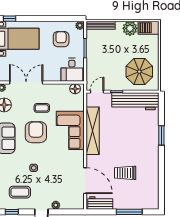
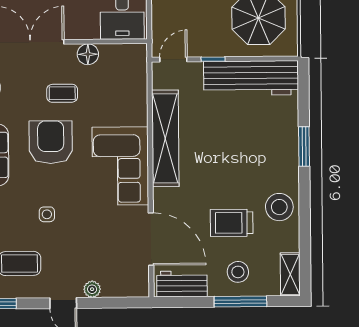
floor lamp: (75, 89) -> (88, 54), moved
corner sofa: (70, 130) -> (120, 166), moved
stool: (149, 165) -> (279, 207), added
stool: (128, 197) -> (238, 272), added
shelving: (154, 199) -> (290, 274), added

